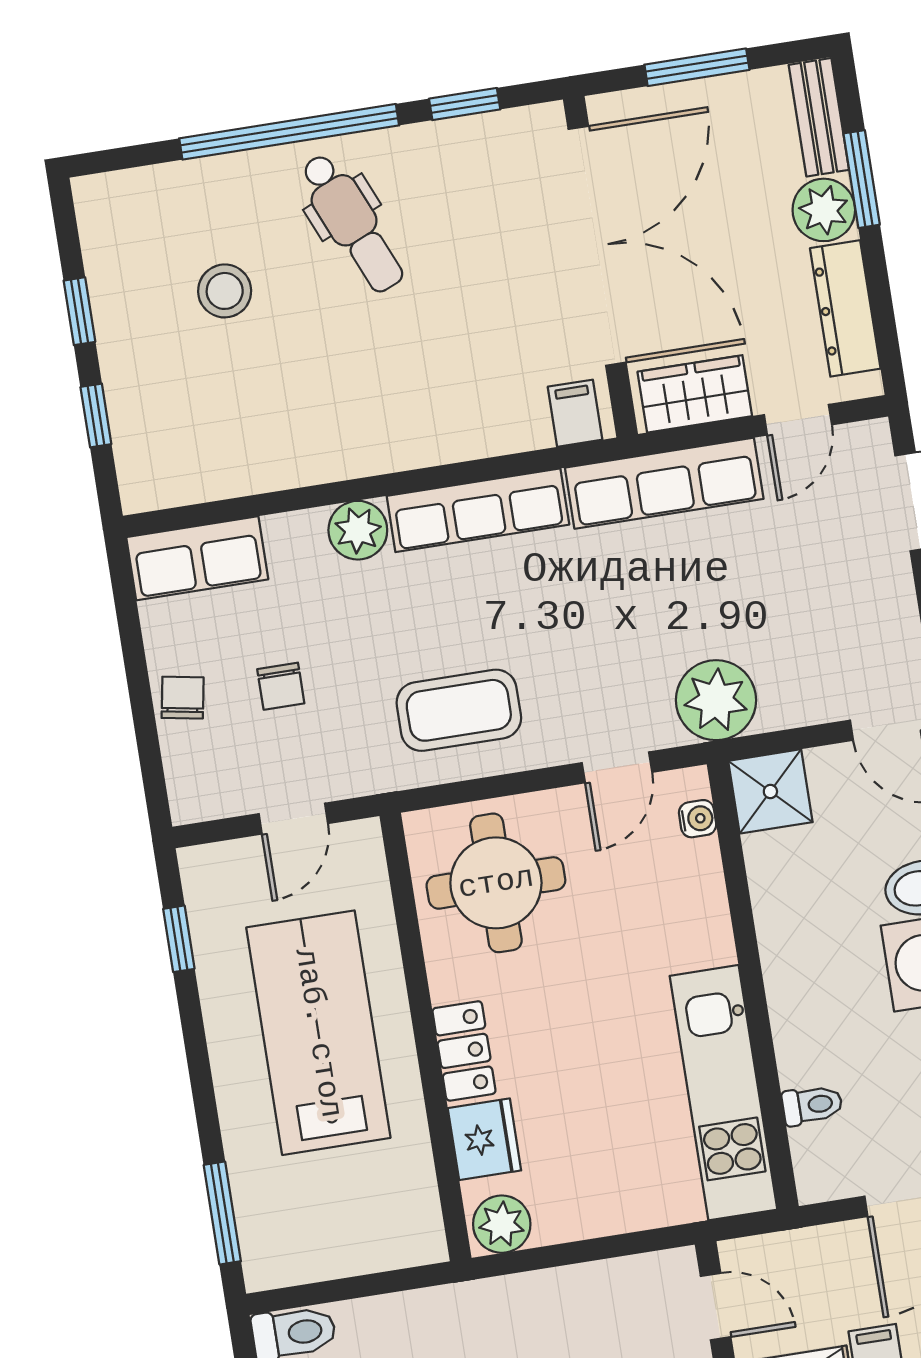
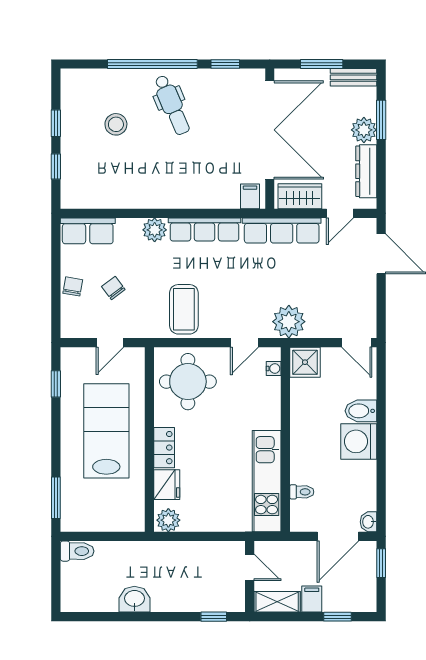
bench: (819, 117) -> (353, 77), moved, turned 90
chair: (281, 686) -> (113, 288), turned 143
coffee table: (459, 710) -> (184, 309), turned 90

